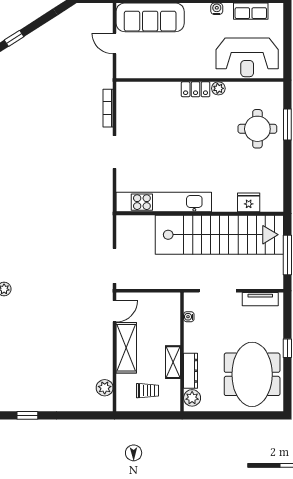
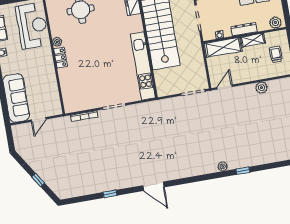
window: (14, 38) -> (38, 180), moved
door: (115, 311) -> (225, 87), hinge flipped
shelving: (126, 348) -> (223, 47), moved
dresser: (191, 371) -> (244, 29), moved
plant: (105, 388) -> (262, 88), moved

